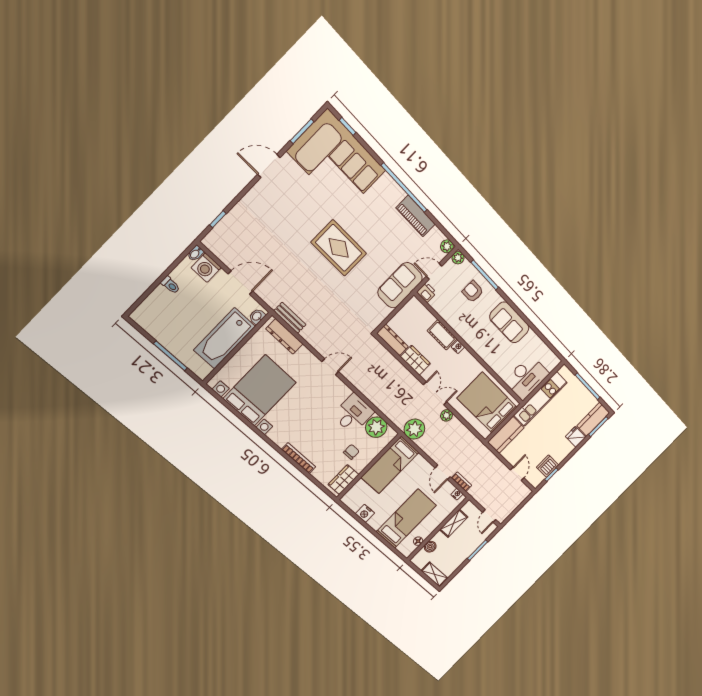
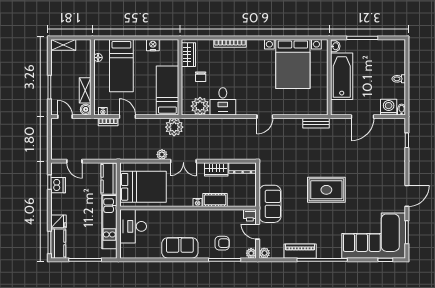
door: (434, 271) -> (258, 232), swing flipped
washbasin: (257, 316) -> (335, 46), moved
dresser: (284, 336) -> (309, 109), removed
boiler: (430, 547) -> (86, 109), moved

